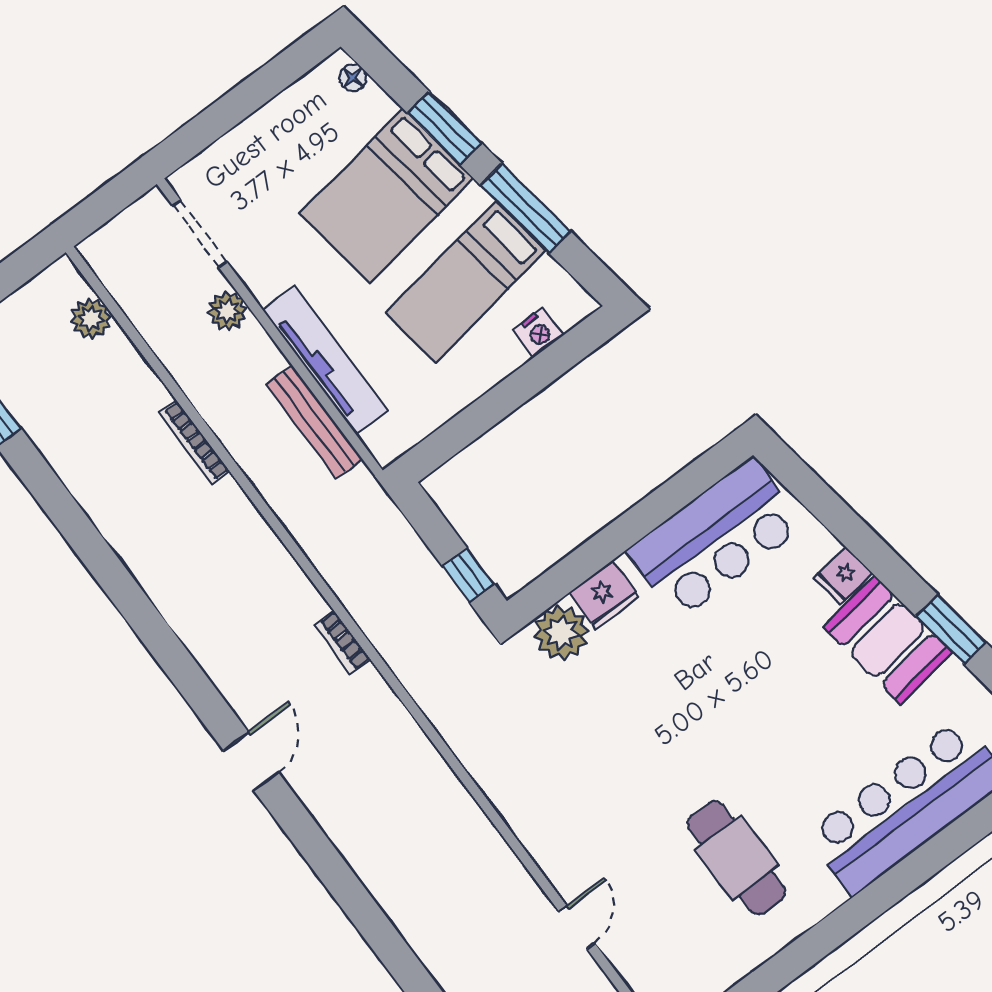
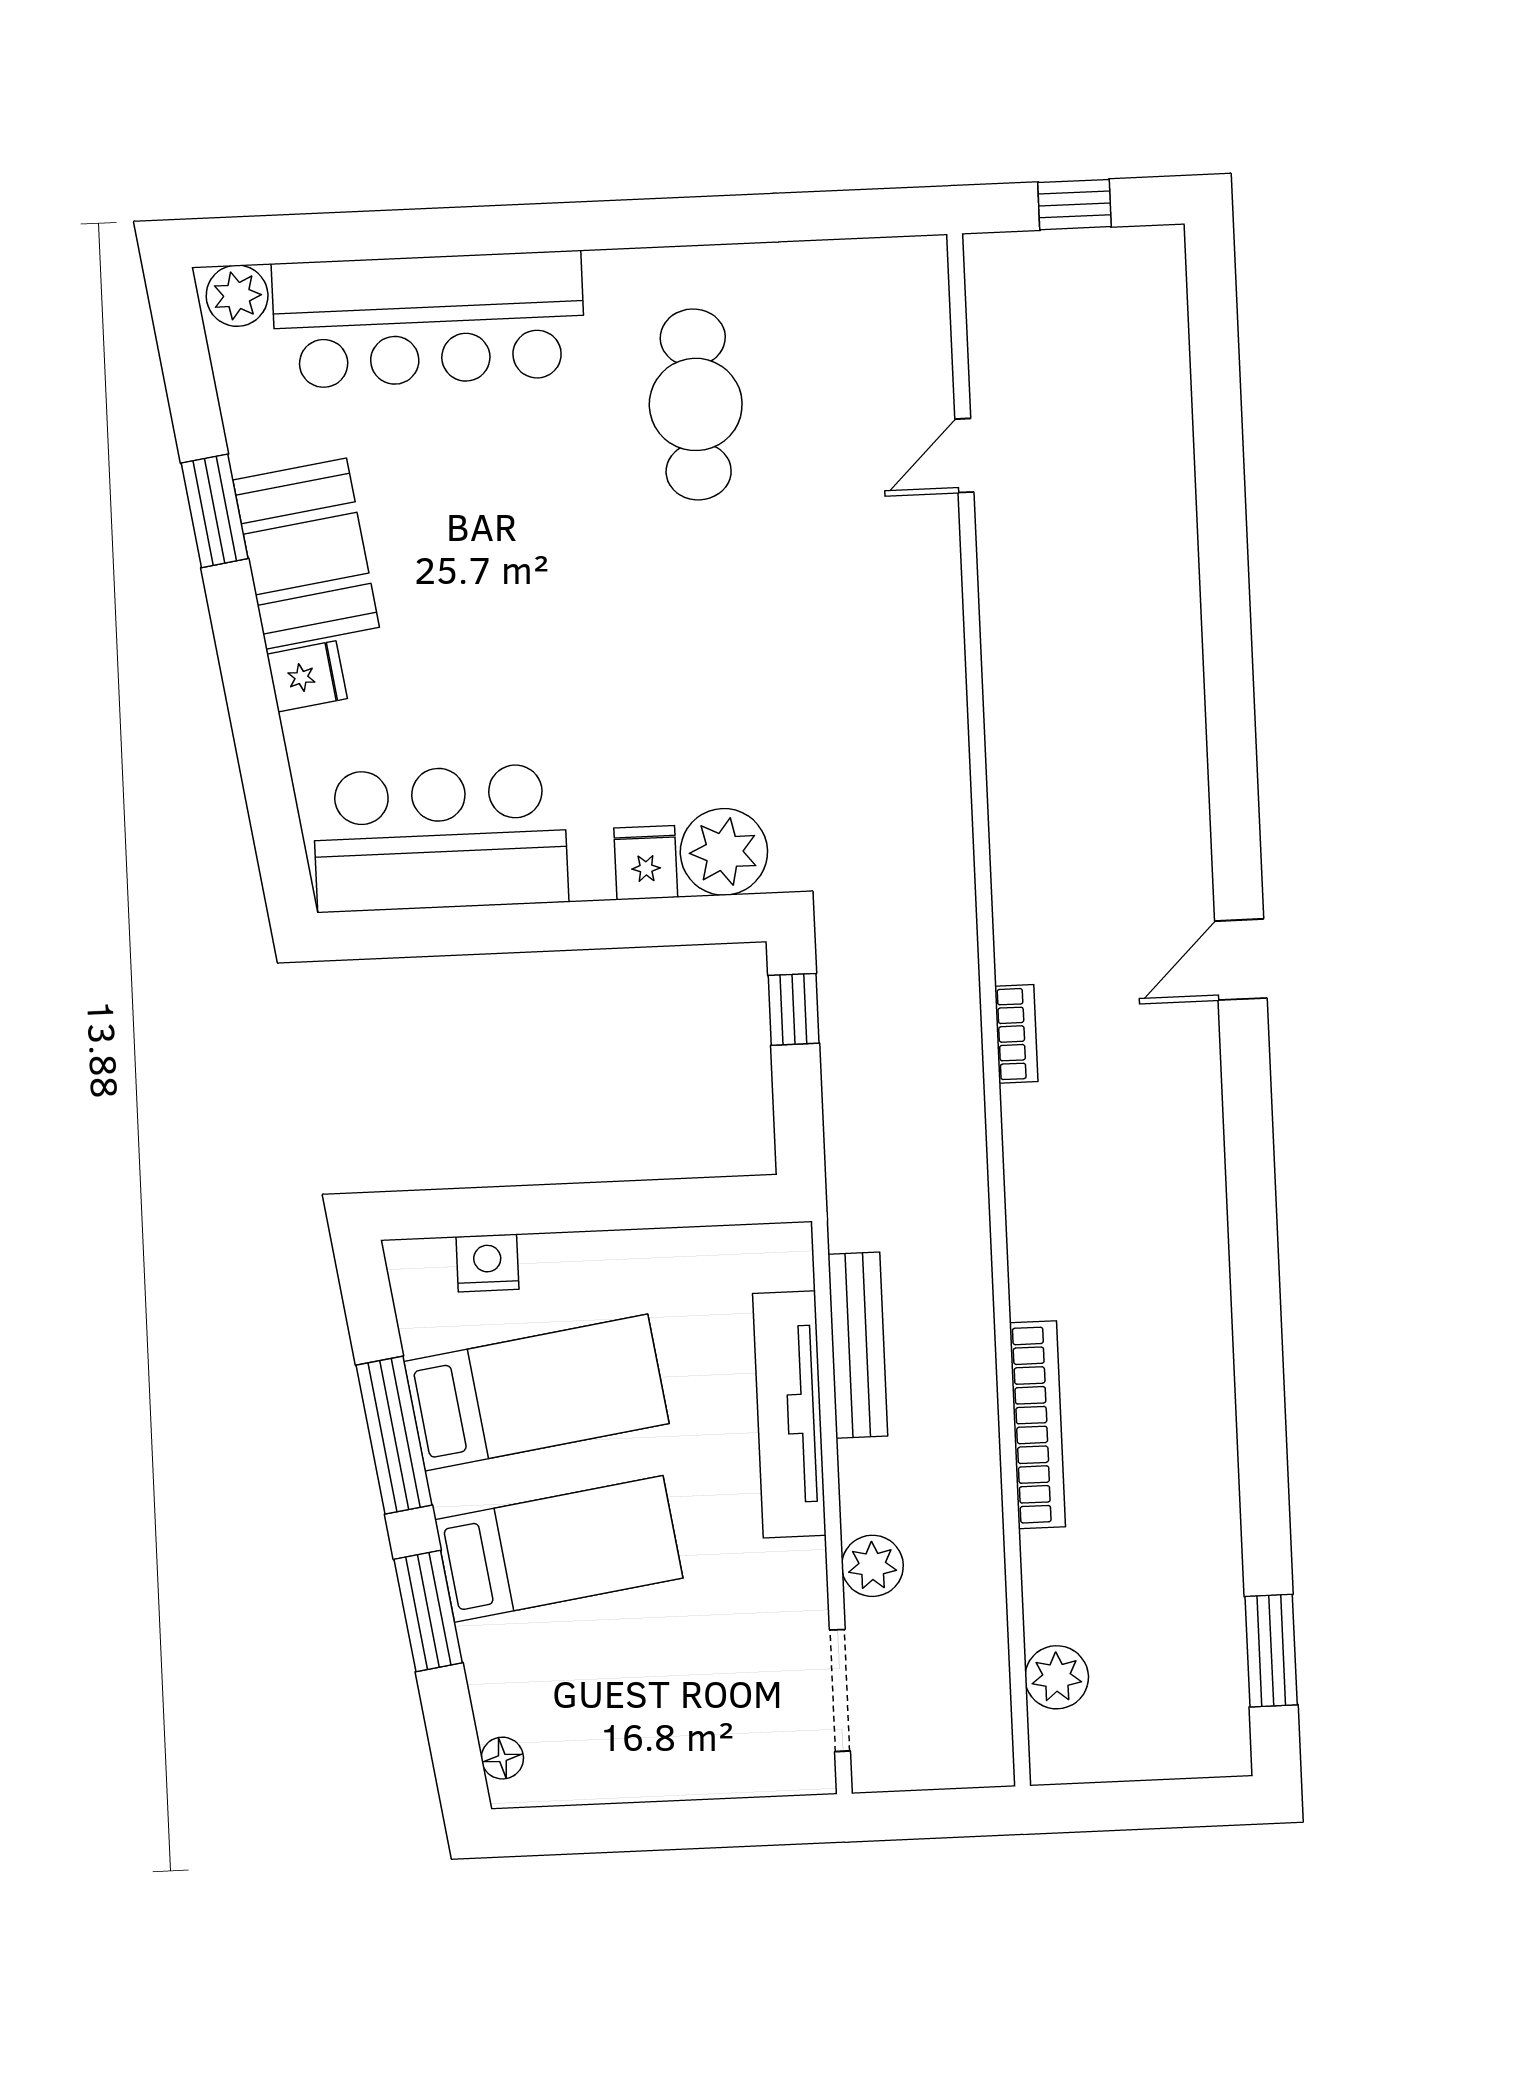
bed: (387, 196) -> (559, 1549), width x0.67
bookcase: (194, 442) -> (1037, 1425), width x1.48, depth x1.31
fridge: (604, 595) -> (646, 863), width x0.72

